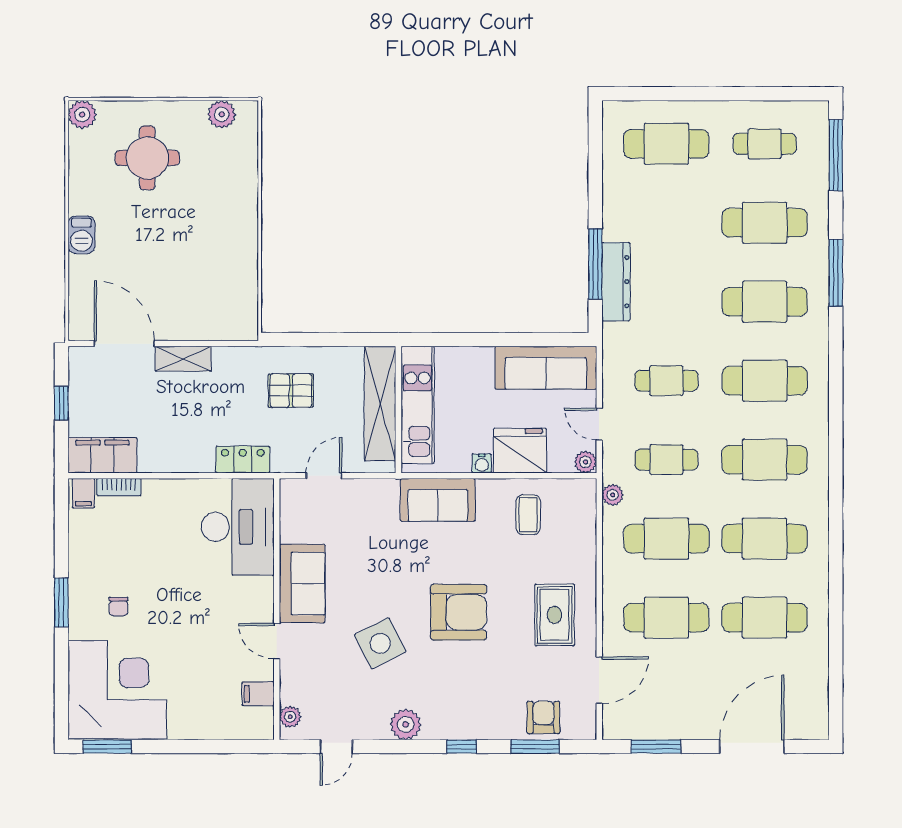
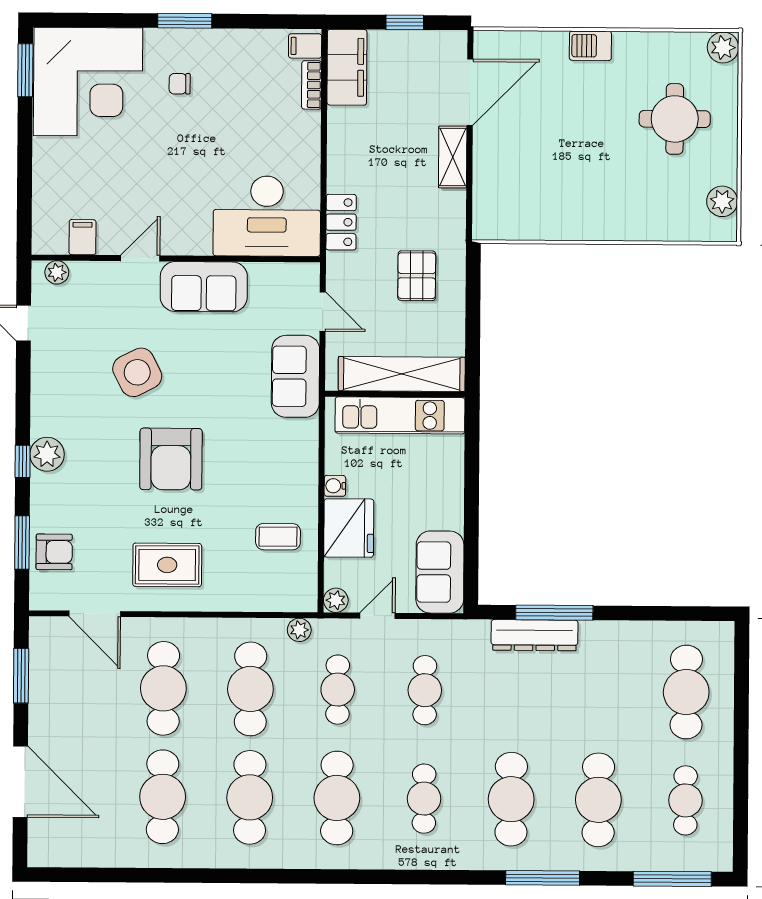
sofa: (546, 368) -> (440, 572), width x0.73
cafe table: (765, 381) -> (424, 799), width x0.73, depth x0.74
sofa: (438, 500) -> (295, 376), moved
plant: (406, 724) -> (47, 454), moved

